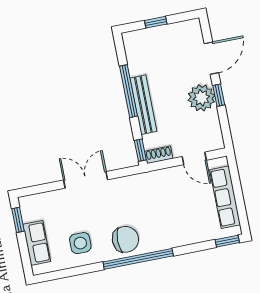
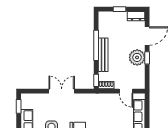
dresser: (186, 28) -> (136, 16), added

